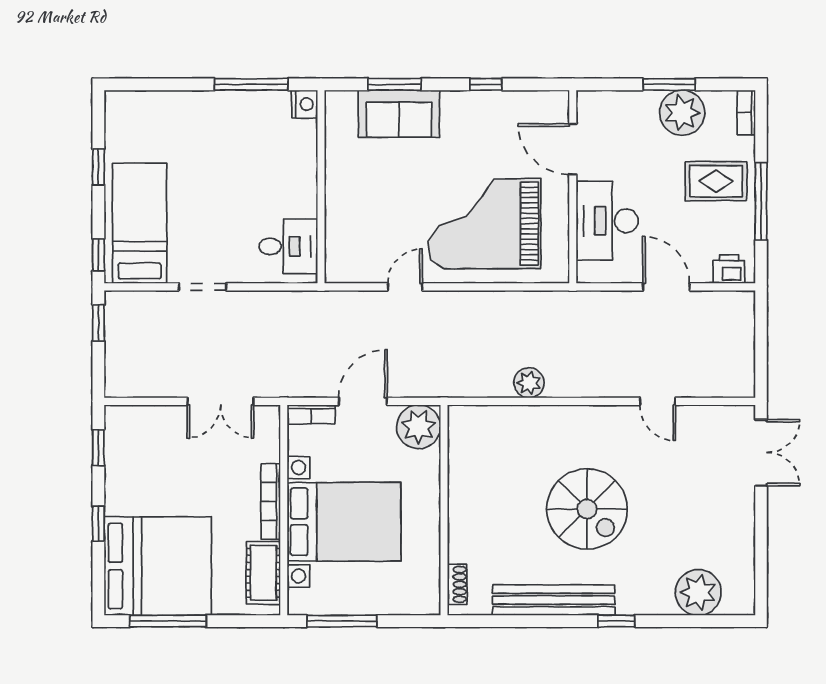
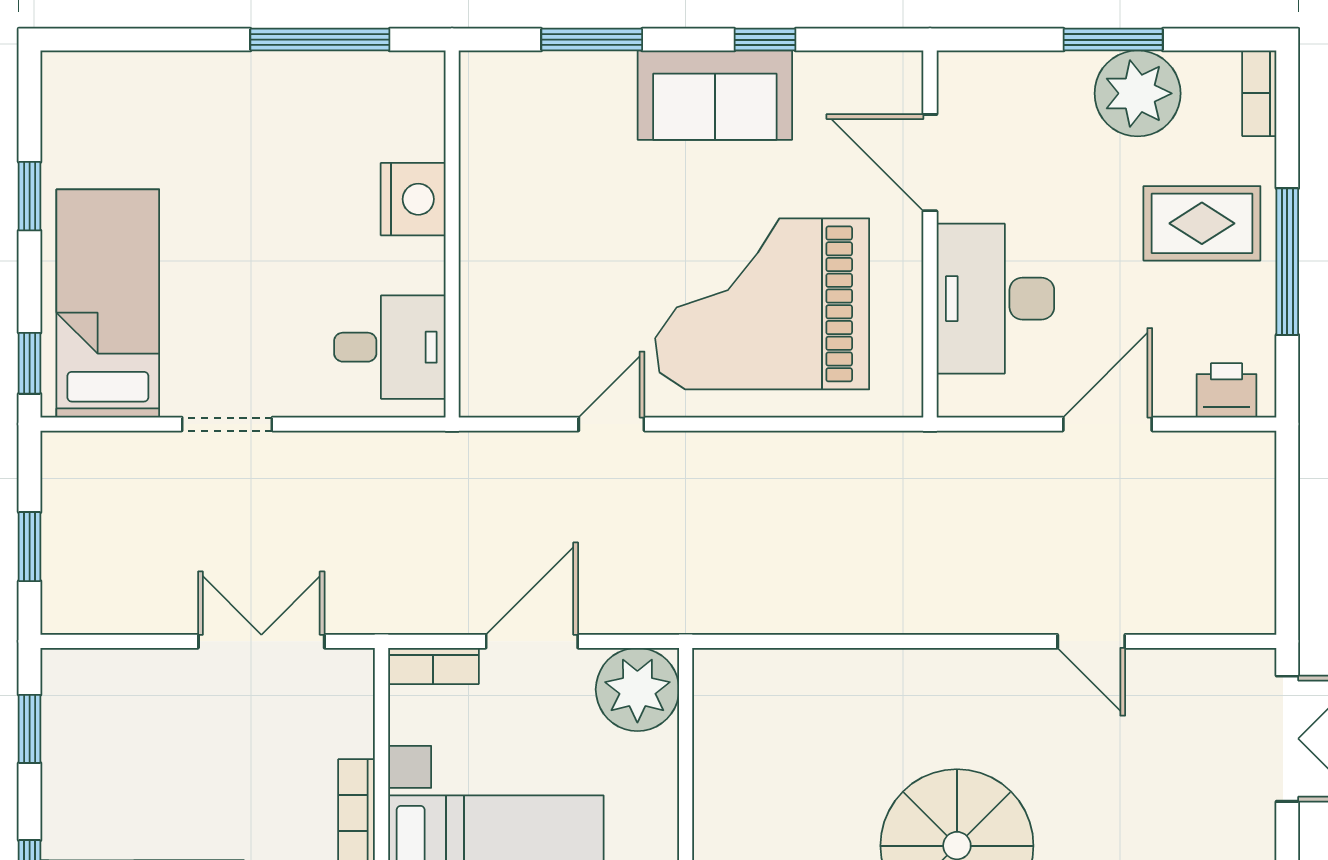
nightstand: (305, 104) -> (413, 199), moved, width x1.36, depth x1.33
sofa: (399, 114) -> (715, 95), moved
door: (666, 287) -> (1107, 424), hinge flipped
window: (98, 323) -> (30, 547), moved
plant: (529, 383) -> (847, 606), removed
double door: (220, 401) -> (261, 641), swing flipped

